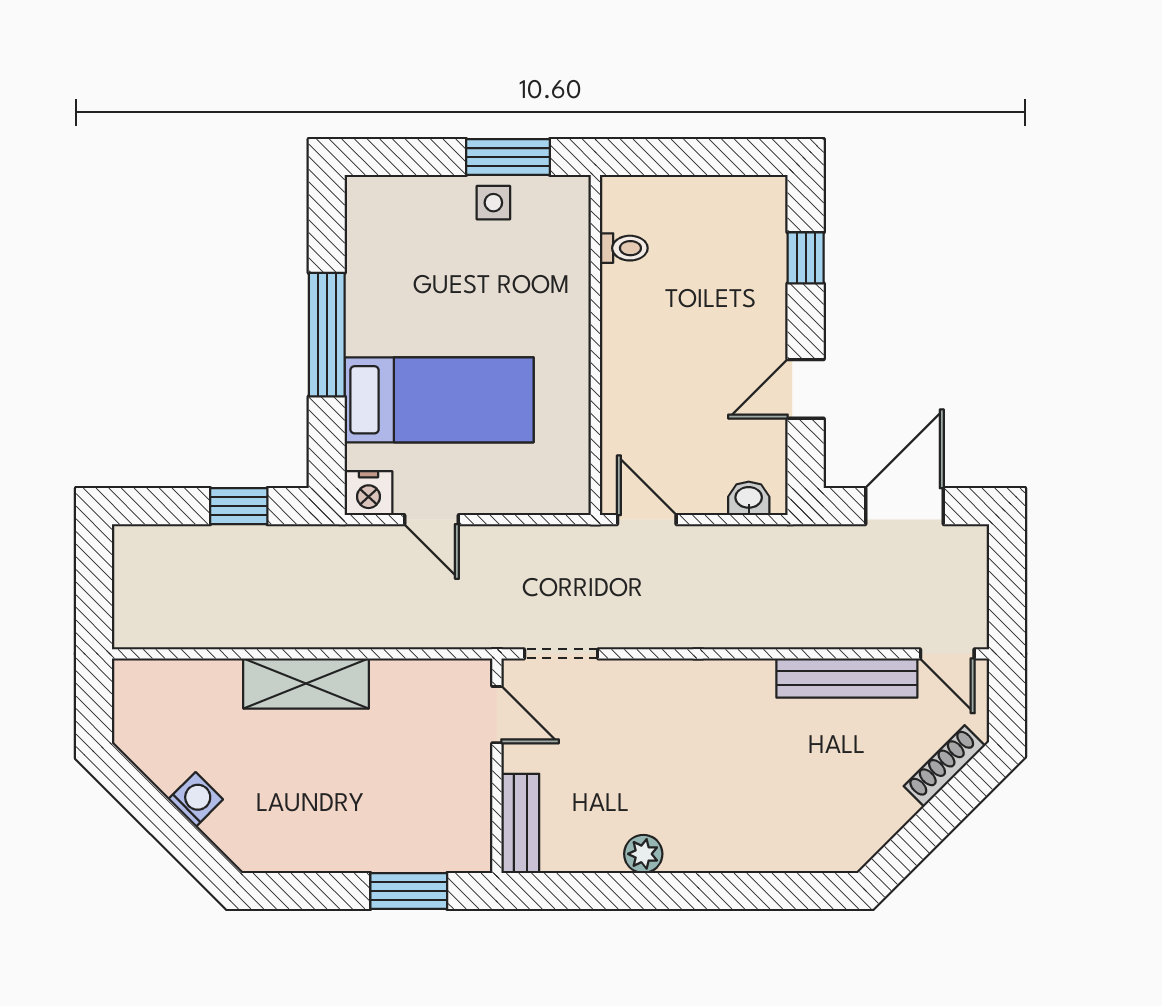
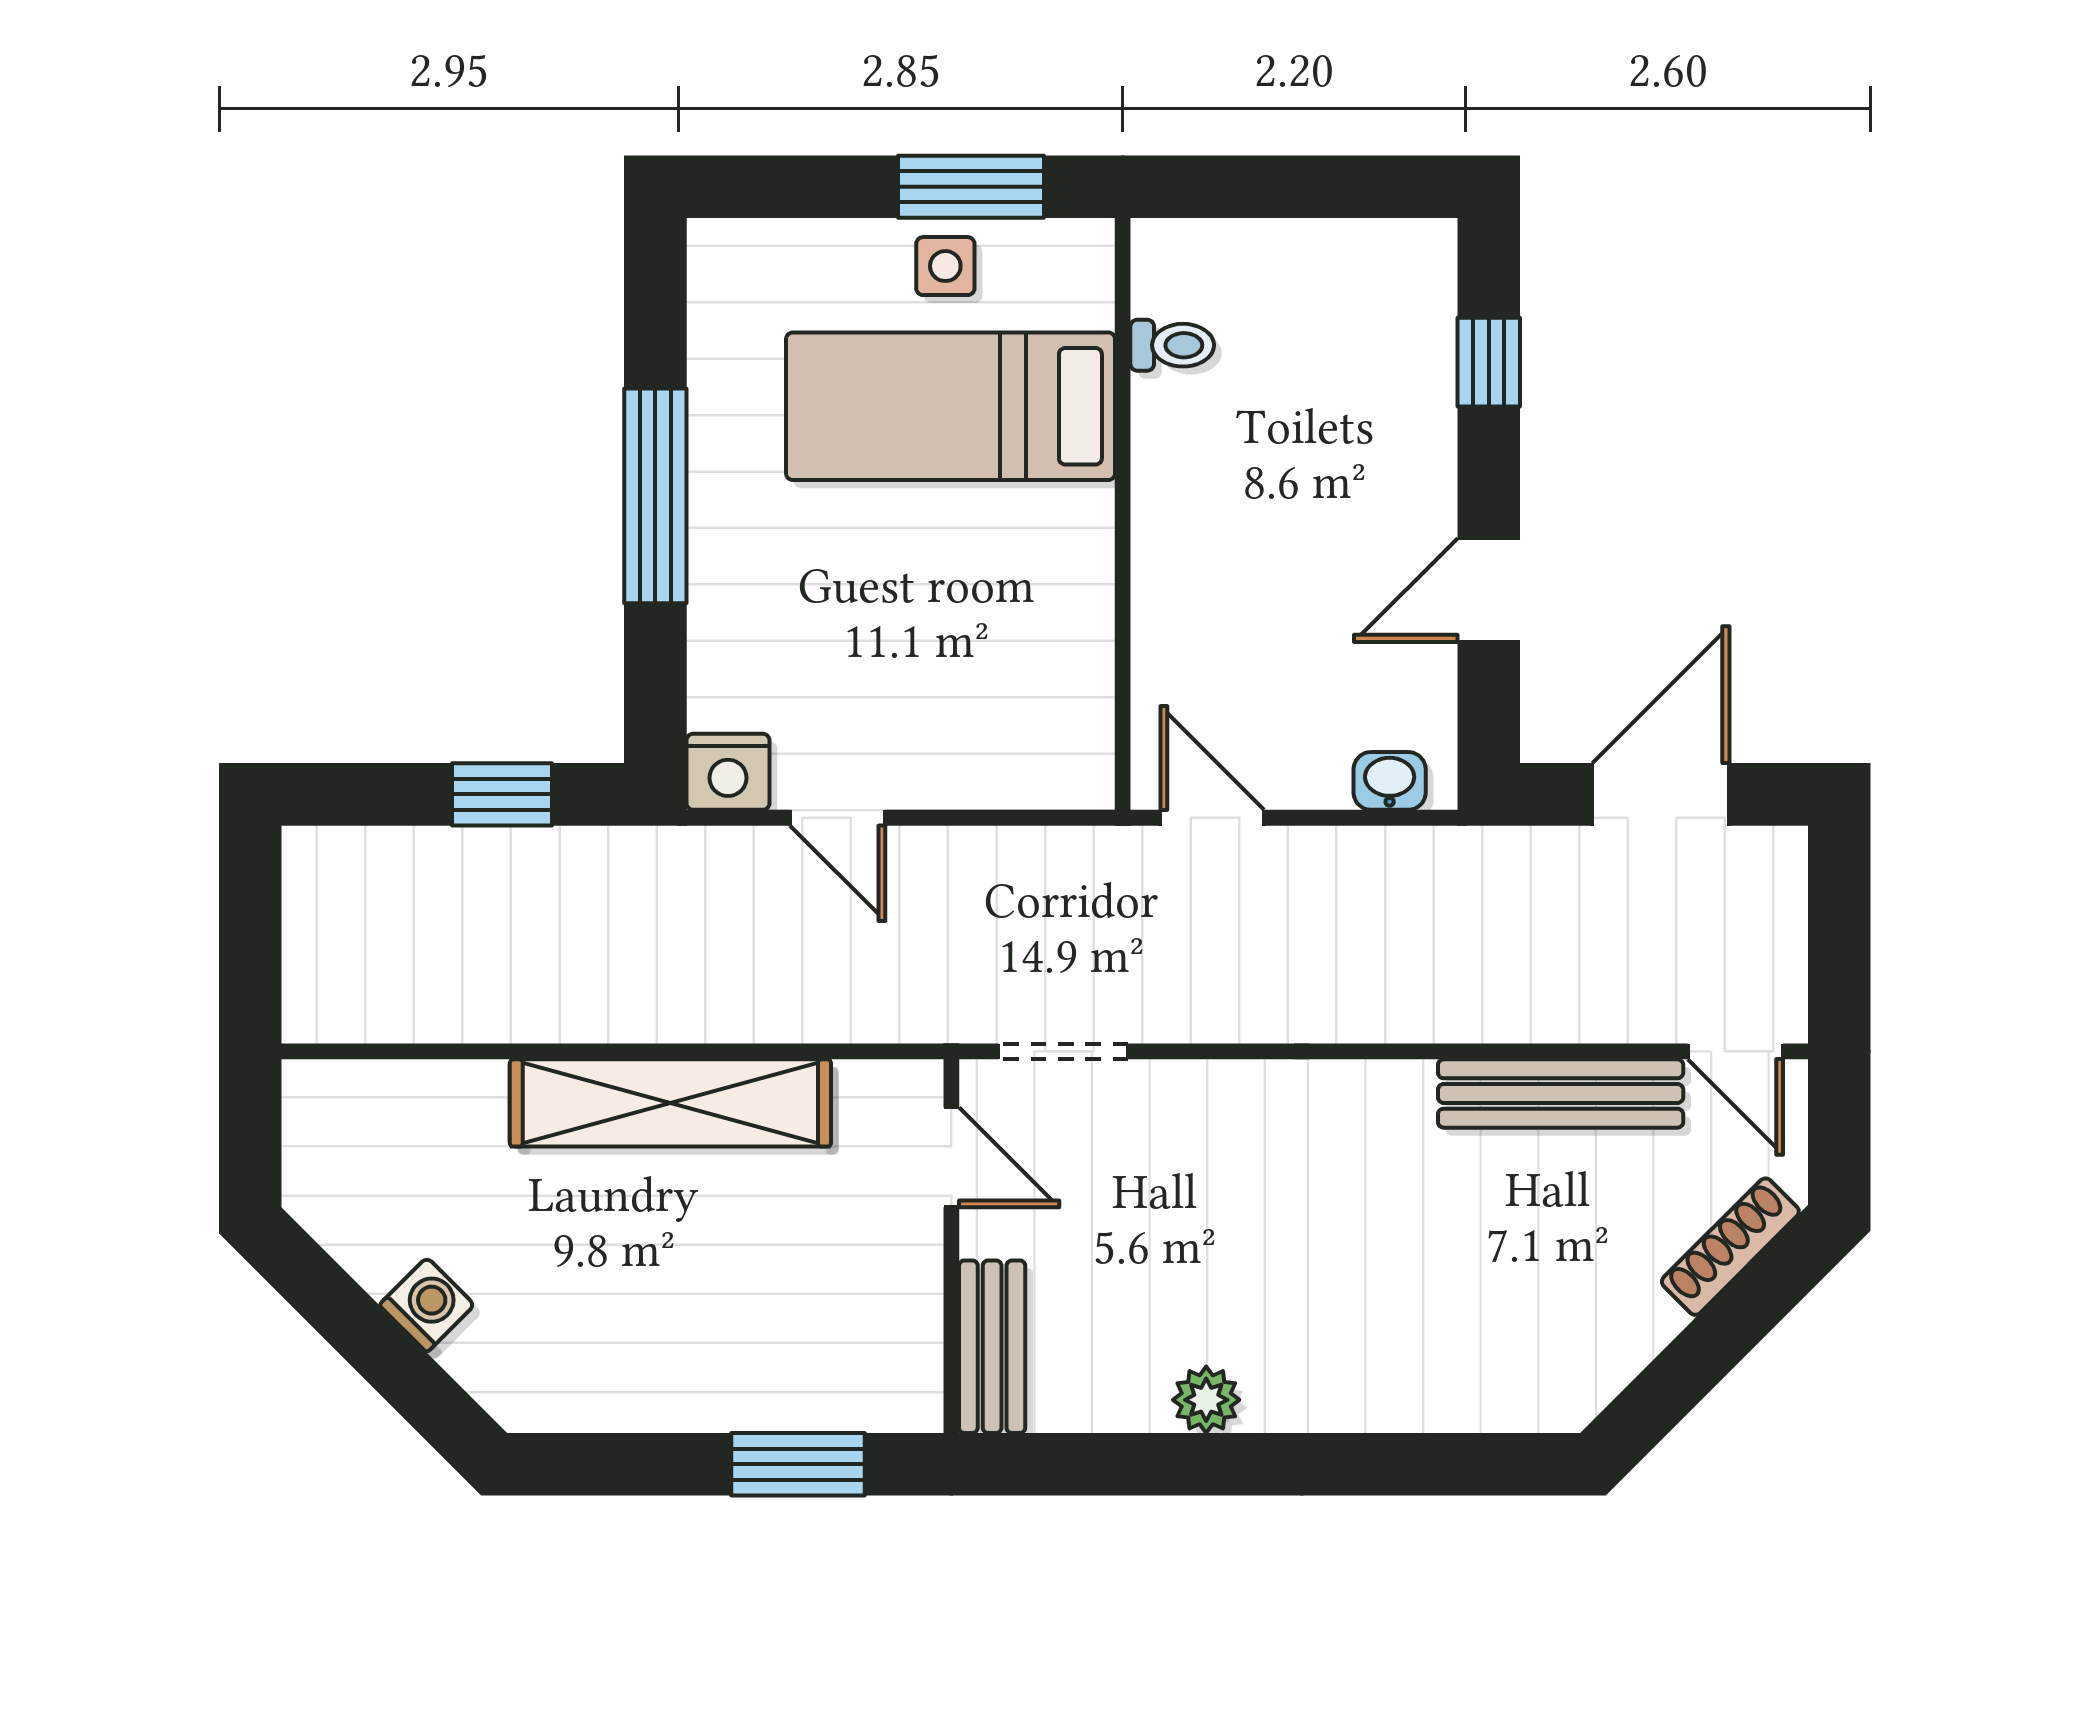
bed: (439, 400) -> (951, 406), moved, turned 180
shelving: (306, 683) -> (670, 1103), width x1.47

